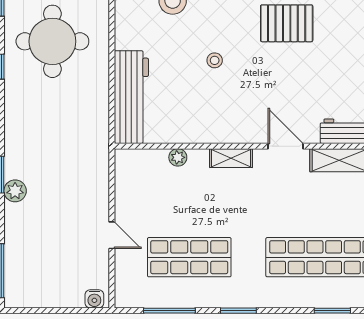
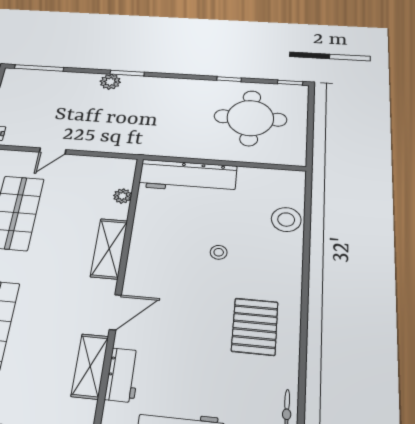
plant: (178, 157) -> (122, 196), moved
shelving: (231, 158) -> (109, 248), width x1.50, depth x1.33

